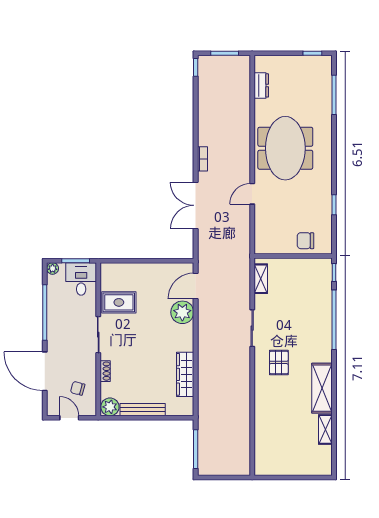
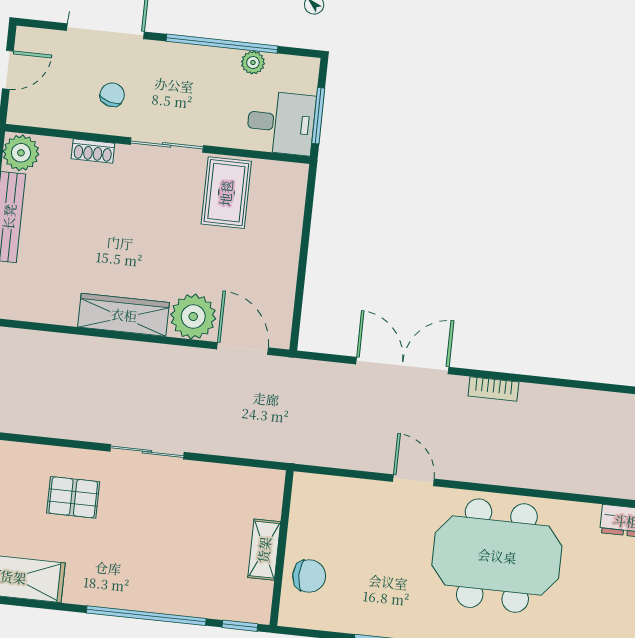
chair: (305, 241) -> (309, 576), turned 90
plant: (53, 268) -> (253, 63), moved
shelving: (261, 279) -> (264, 550), moved, turned 90
wardrobe: (185, 374) -> (124, 315), moved
chair: (78, 388) -> (112, 95), moved

